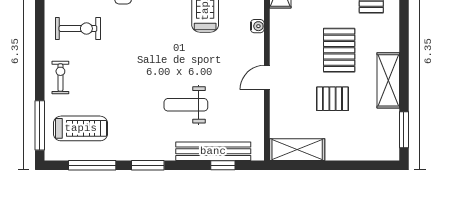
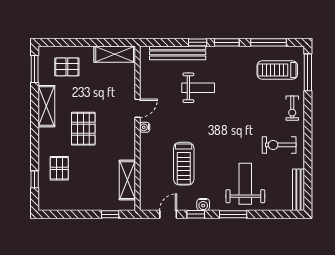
water cooler: (257, 26) -> (145, 127), moved
pallet: (332, 99) -> (67, 67), moved
window: (223, 165) -> (198, 42), moved

